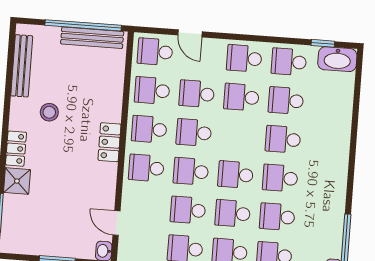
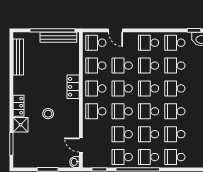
stool: (49, 112) -> (48, 114), moved
school desk: (238, 136) -> (149, 88), added
locker: (109, 142) -> (73, 87), moved

